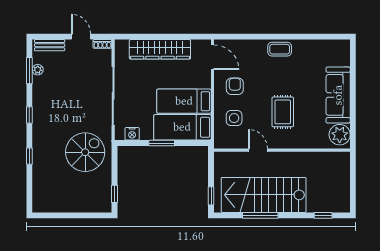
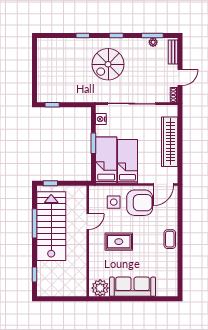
armchair: (235, 86) -> (140, 203), width x1.88, depth x1.88
spiral stairs: (85, 152) -> (108, 64), moved, turned 90

